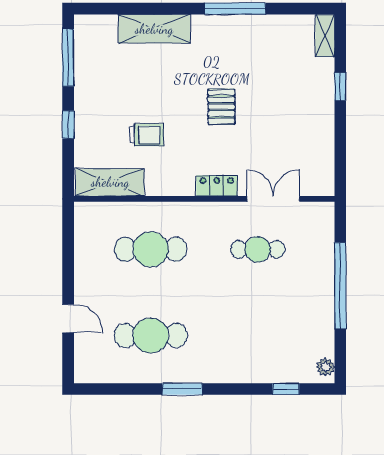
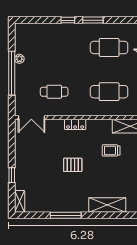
pallet: (221, 107) -> (73, 165), turned 90
double door: (273, 199) -> (31, 118), moved
plant: (325, 367) -> (19, 59), moved
window: (286, 389) -> (68, 20), moved

